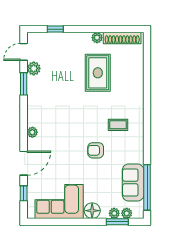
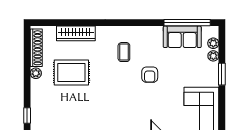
wardrobe: (136, 77) -> (76, 33), added
floor lamp: (92, 211) -> (211, 78), removed
window: (117, 222) -> (222, 74), moved

